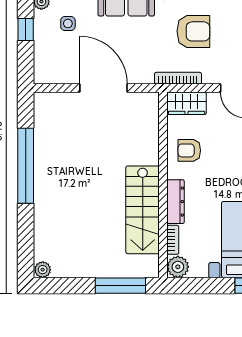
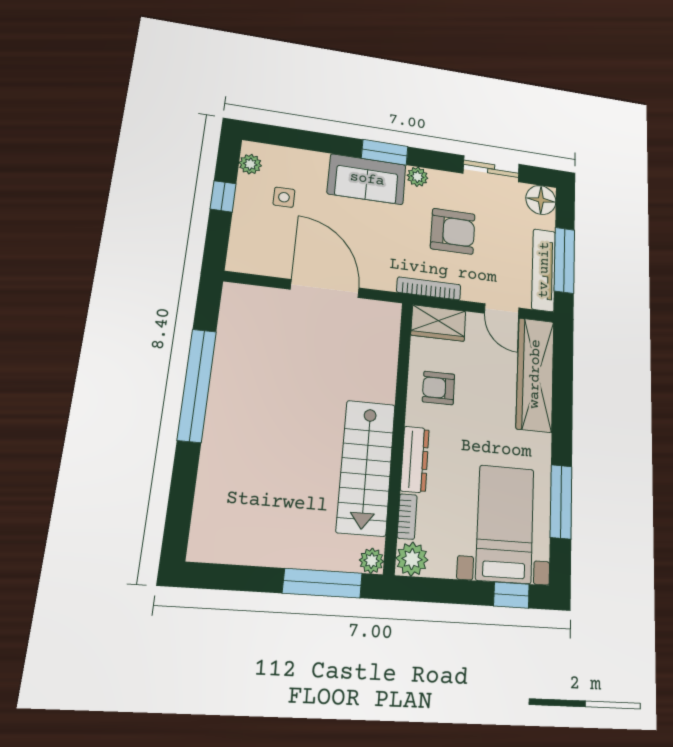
plant: (43, 270) -> (372, 561), moved

